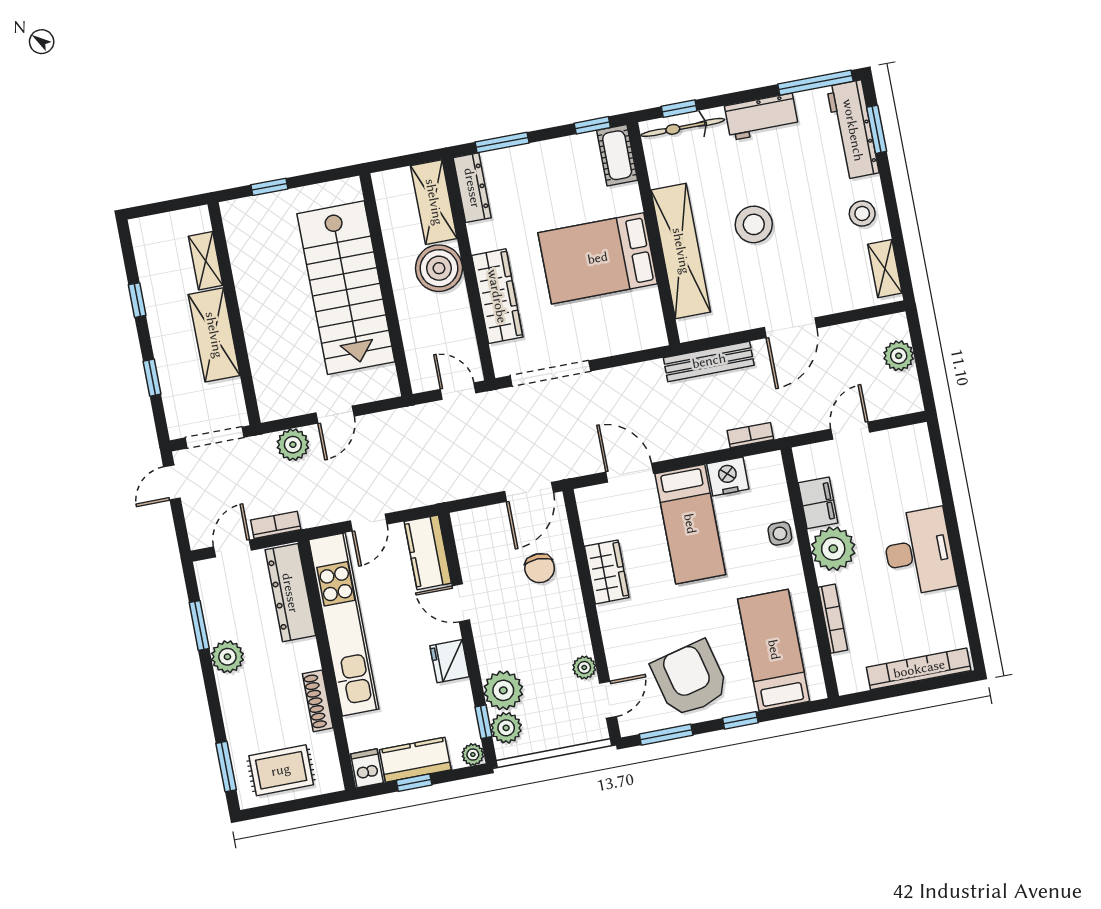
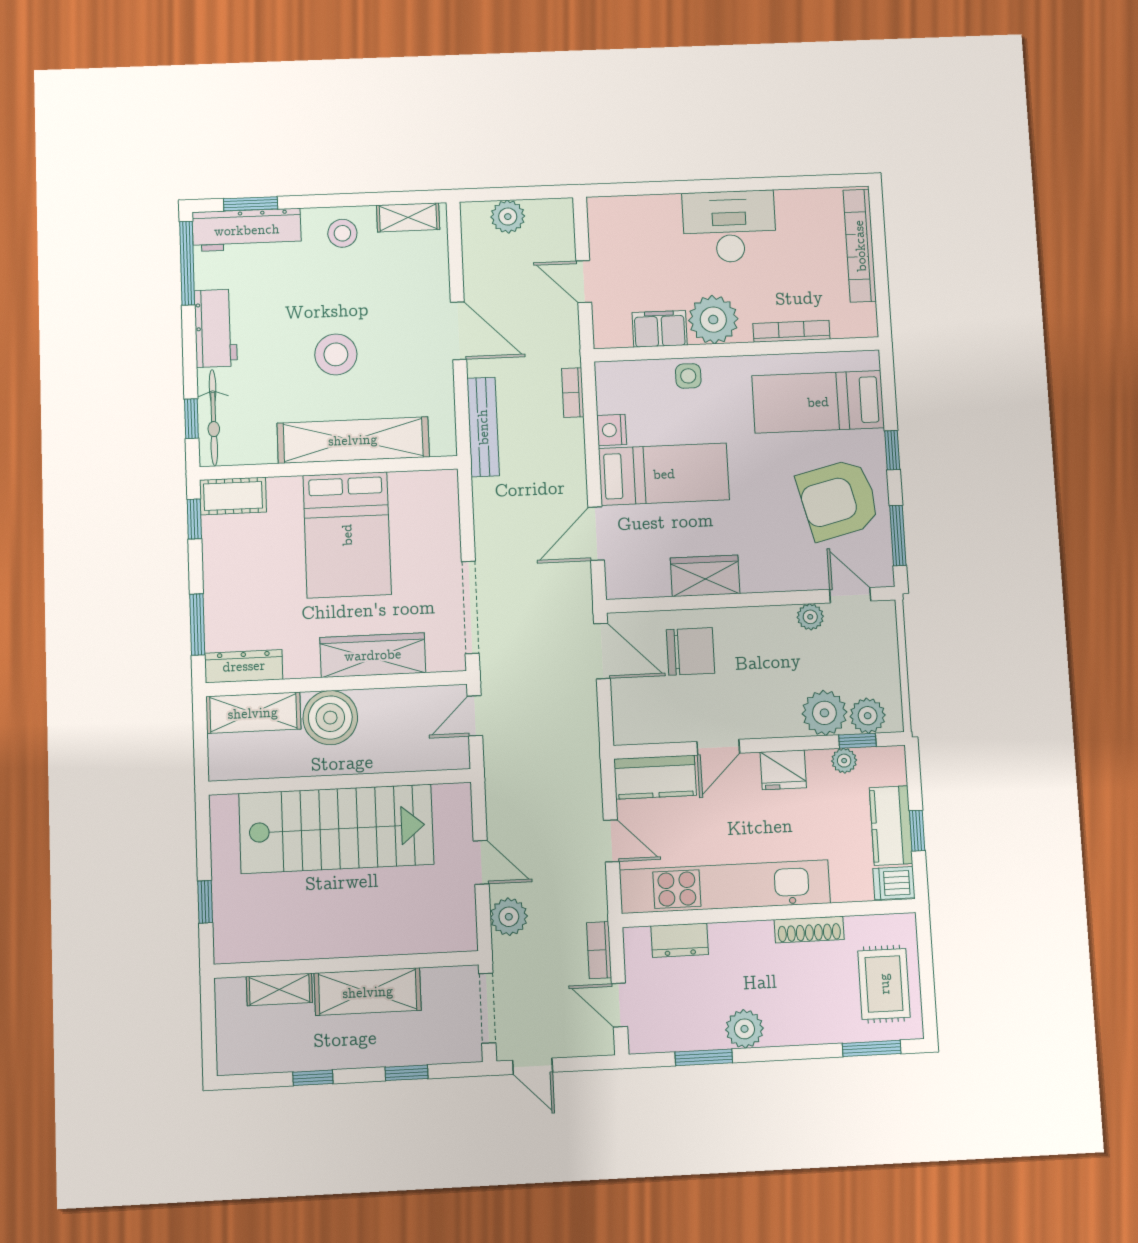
nightstand: (728, 476) -> (612, 430), width x0.74, depth x0.75
chair: (540, 568) -> (691, 651), width x1.37, depth x1.37
dresser: (290, 593) -> (680, 940), width x0.51, depth x0.80
plant: (473, 755) -> (844, 761), moved

